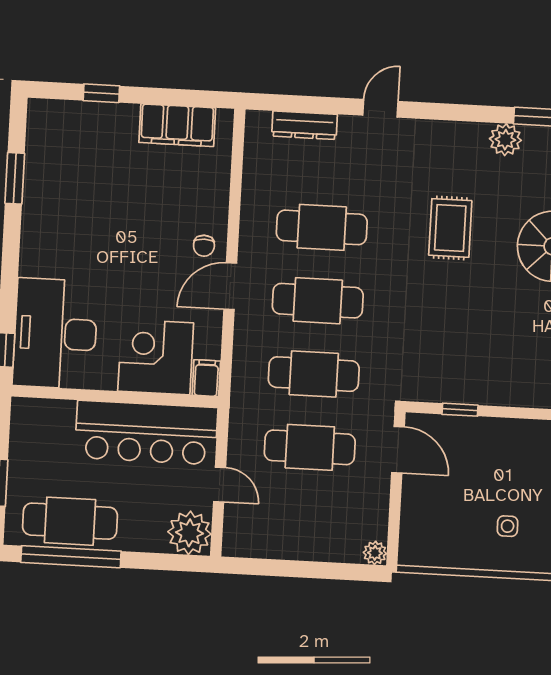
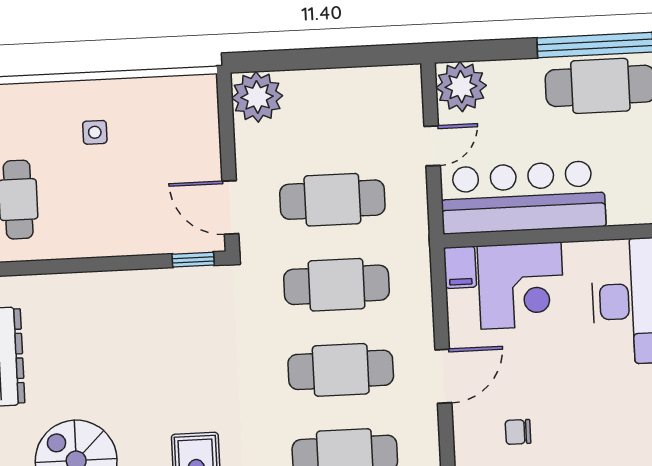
chair: (204, 246) -> (518, 432), moved, turned -90
window: (460, 410) -> (193, 260), moved
door: (220, 485) -> (432, 146), swing flipped
plant: (375, 553) -> (257, 97), width x1.88, depth x1.88

